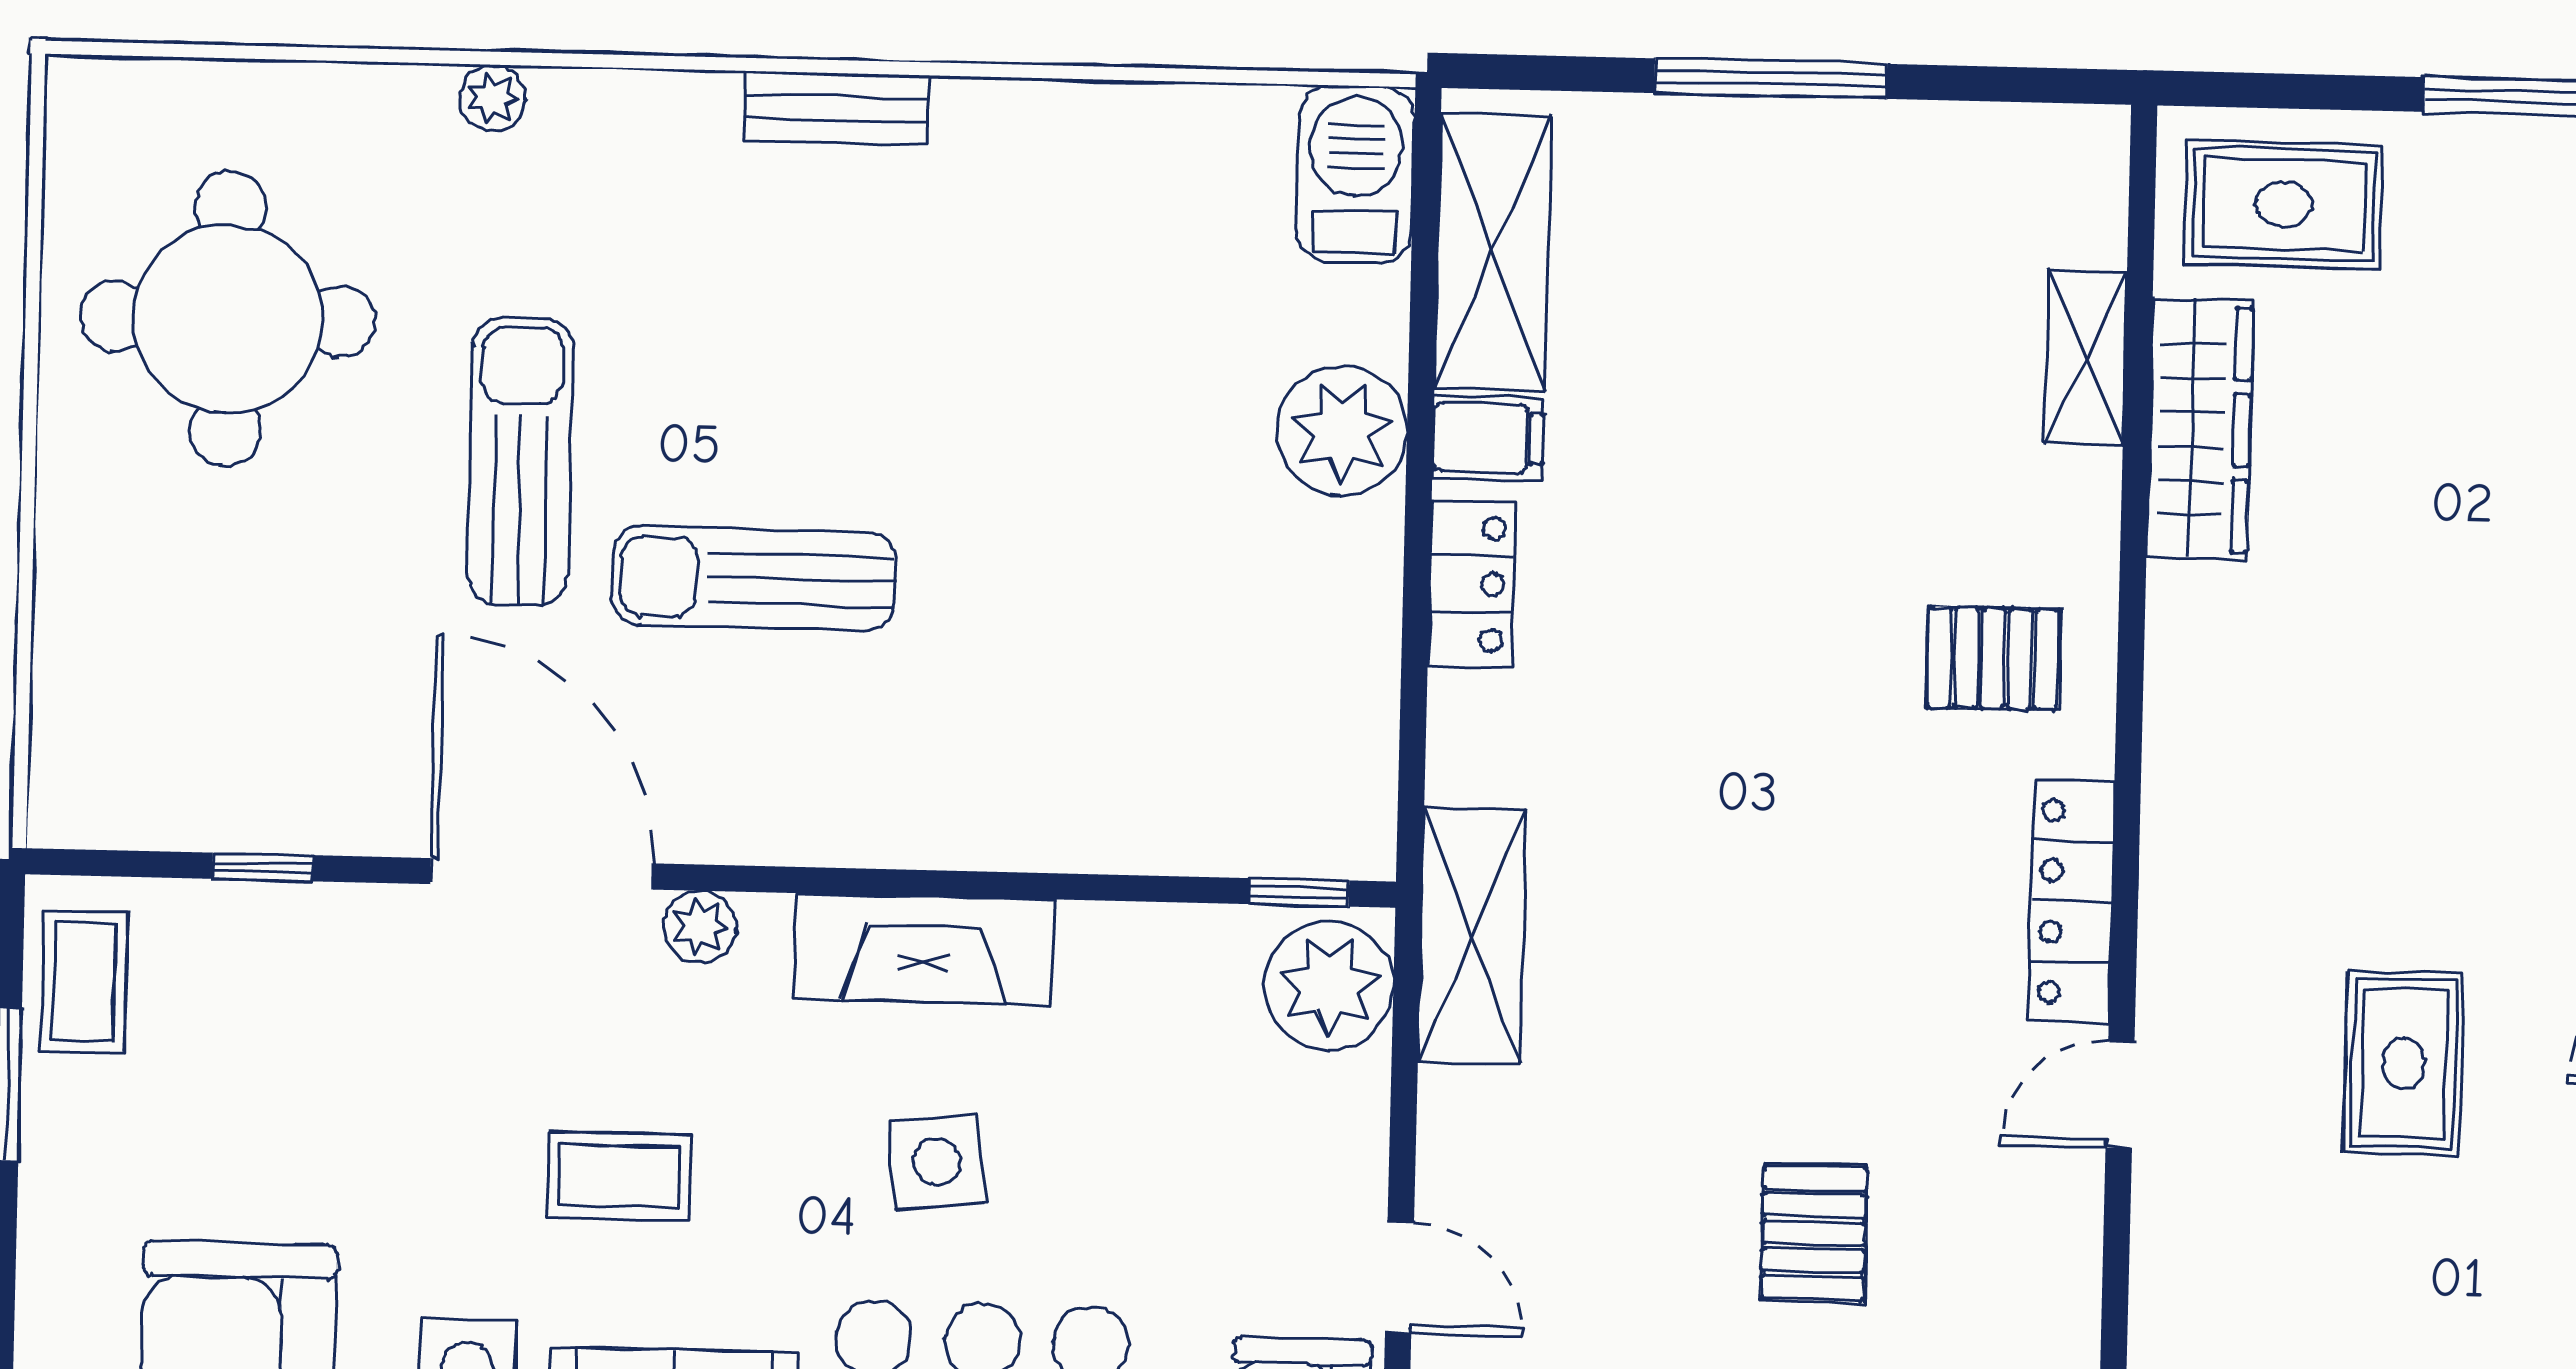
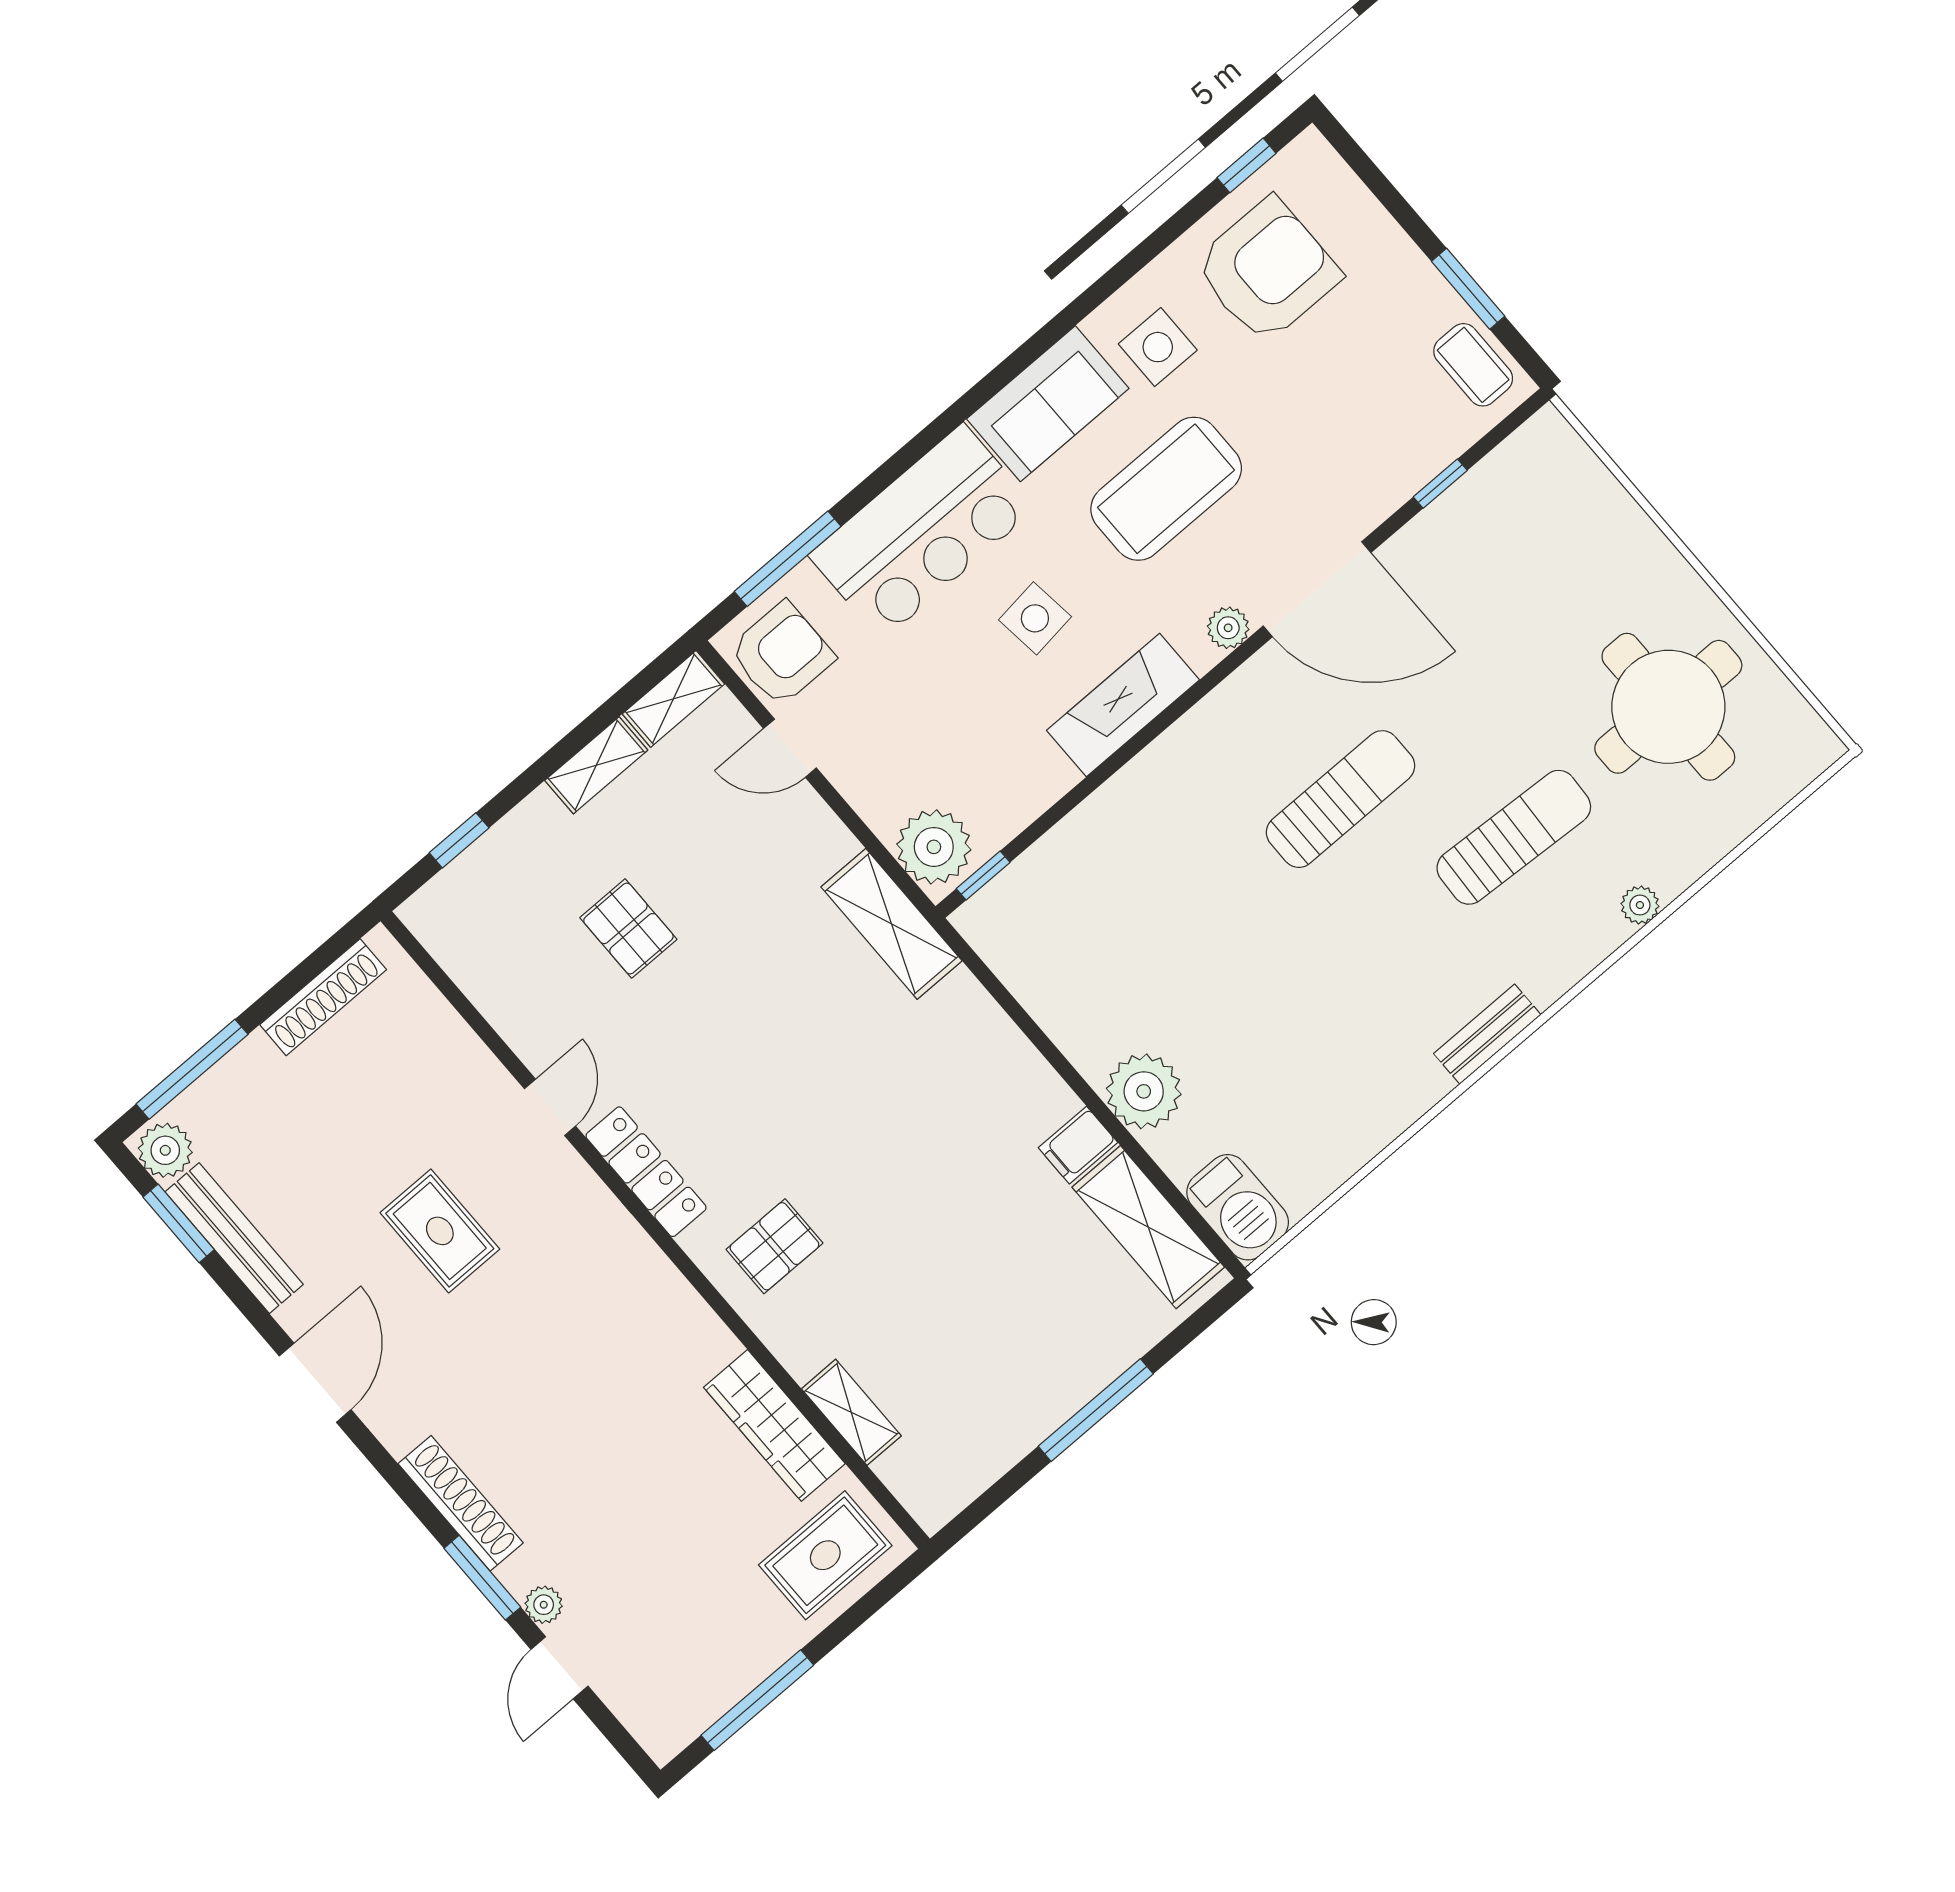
sun lounger: (520, 461) -> (1514, 837), moved, turned -87
locker: (1472, 584) -> (1028, 1076), removed
coffee table: (619, 1176) -> (1166, 489), width x1.86, depth x1.72

